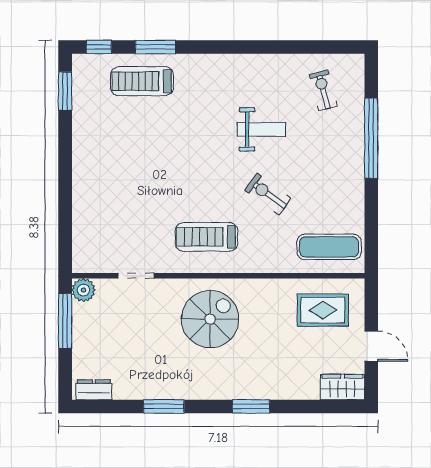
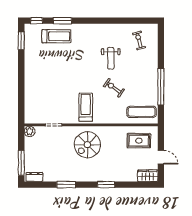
treadmill: (142, 81) -> (56, 36), turned 180
weight bench: (261, 129) -> (111, 58), turned 90
window: (371, 138) -> (161, 87), moved
treadmill: (206, 237) -> (86, 107), turned 90
spiral stairs: (210, 319) -> (87, 145), turned 180
window: (65, 321) -> (21, 163), moved

